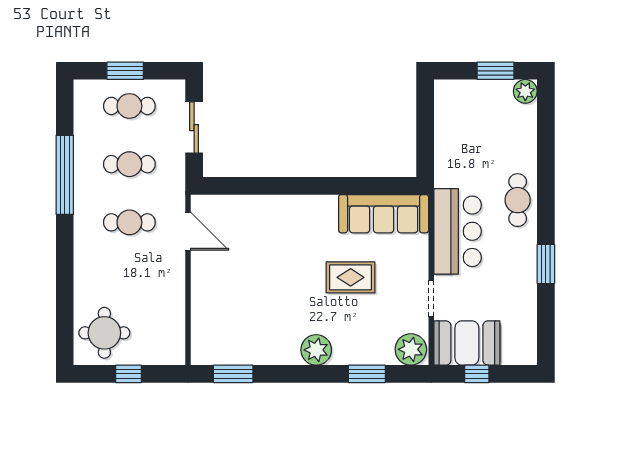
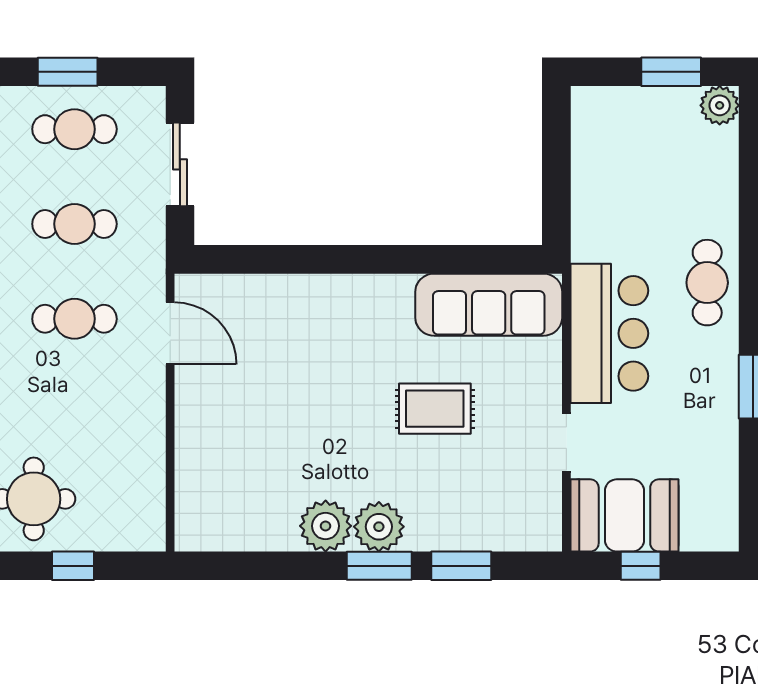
plant: (411, 349) -> (326, 526), moved
window: (233, 374) -> (379, 566), moved

